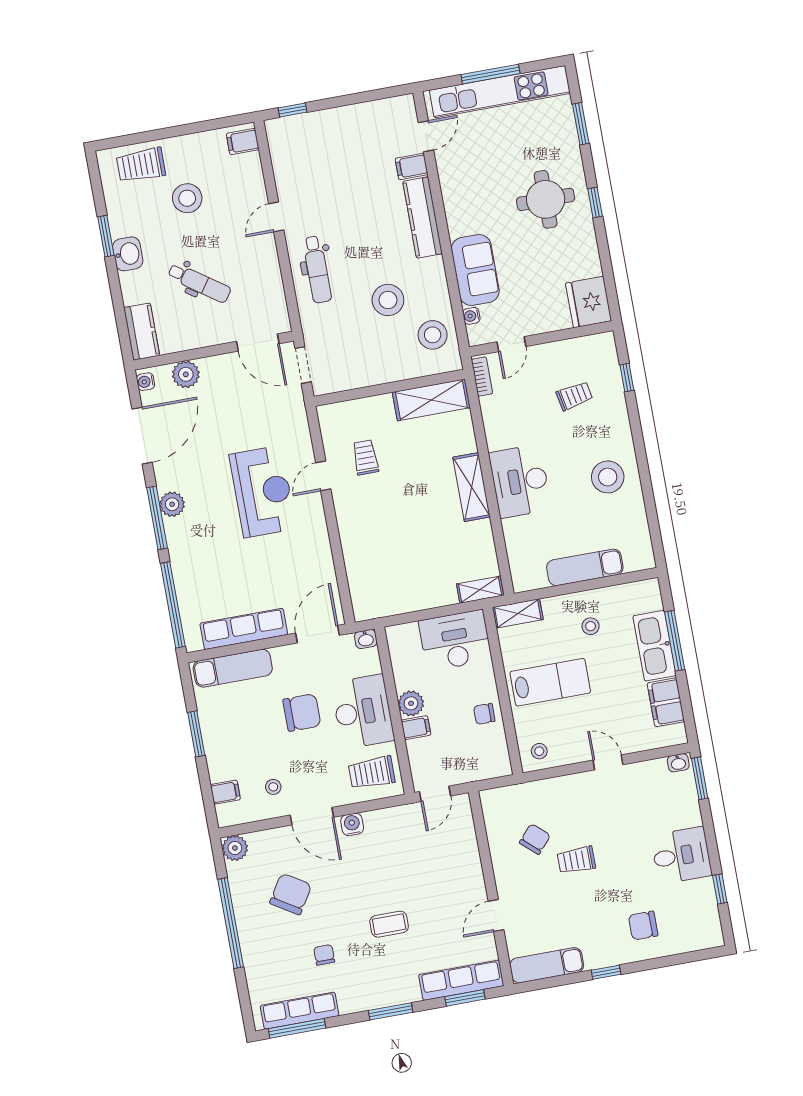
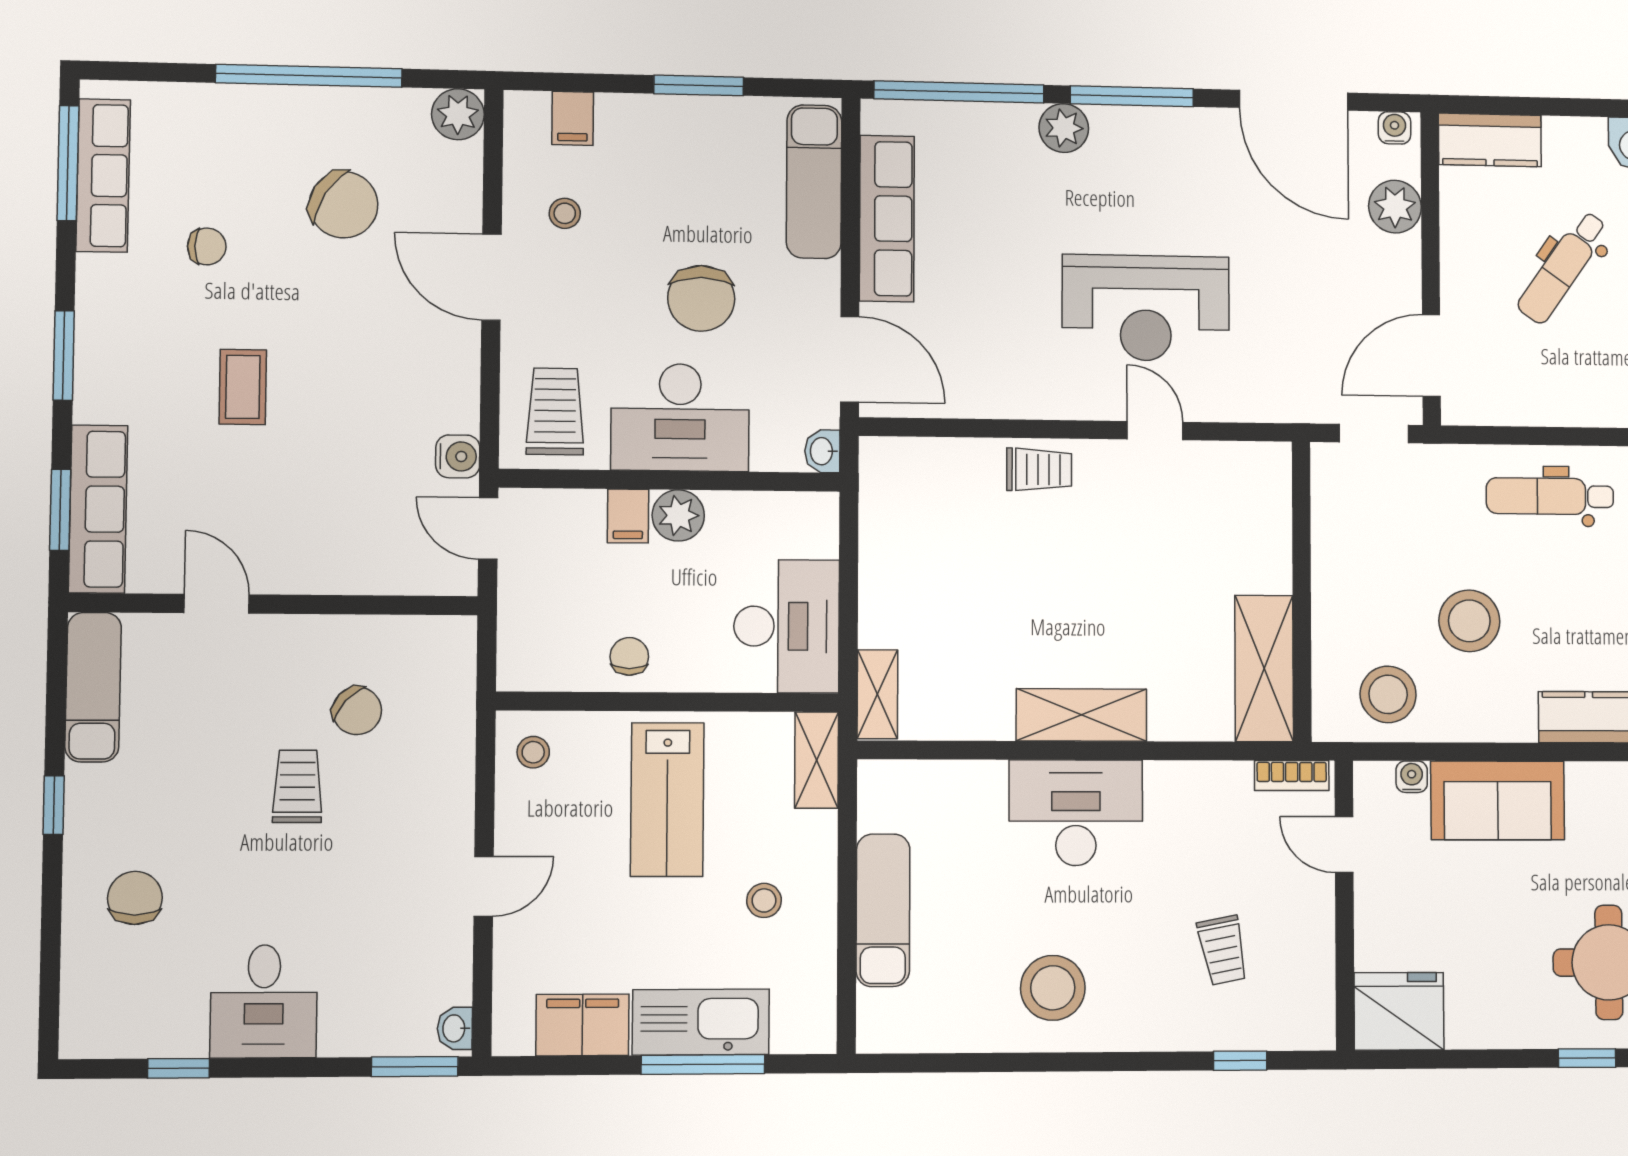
trolley: (366, 457) -> (1039, 469), moved
plant: (172, 504) -> (1064, 128), moved
door: (312, 816) -> (491, 277), hinge flipped
water cooler: (352, 824) -> (458, 456), moved

